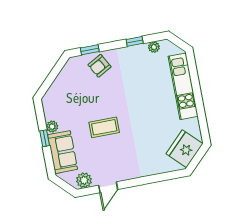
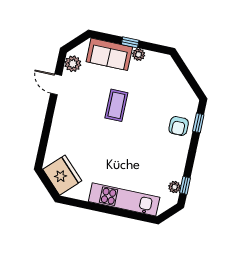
window: (135, 41) -> (185, 185), moved
armchair: (99, 66) -> (179, 126), turned -151

